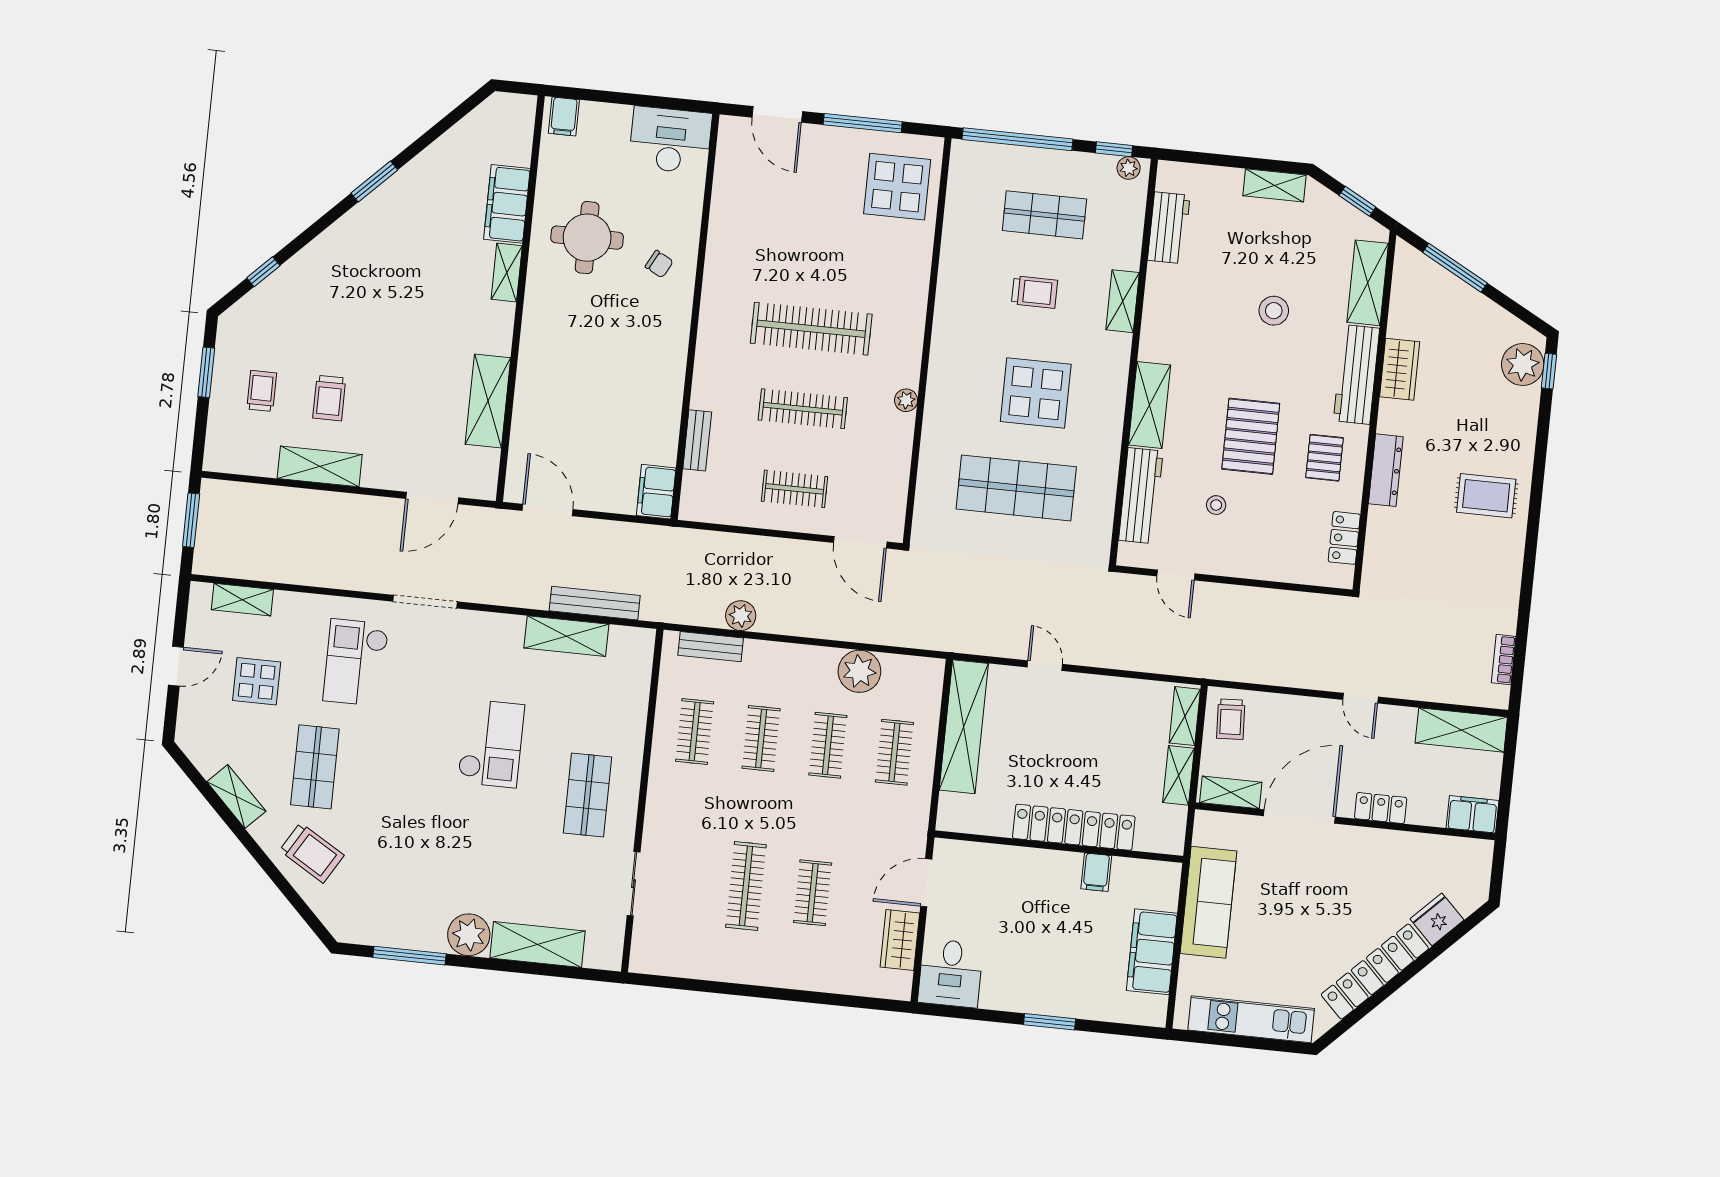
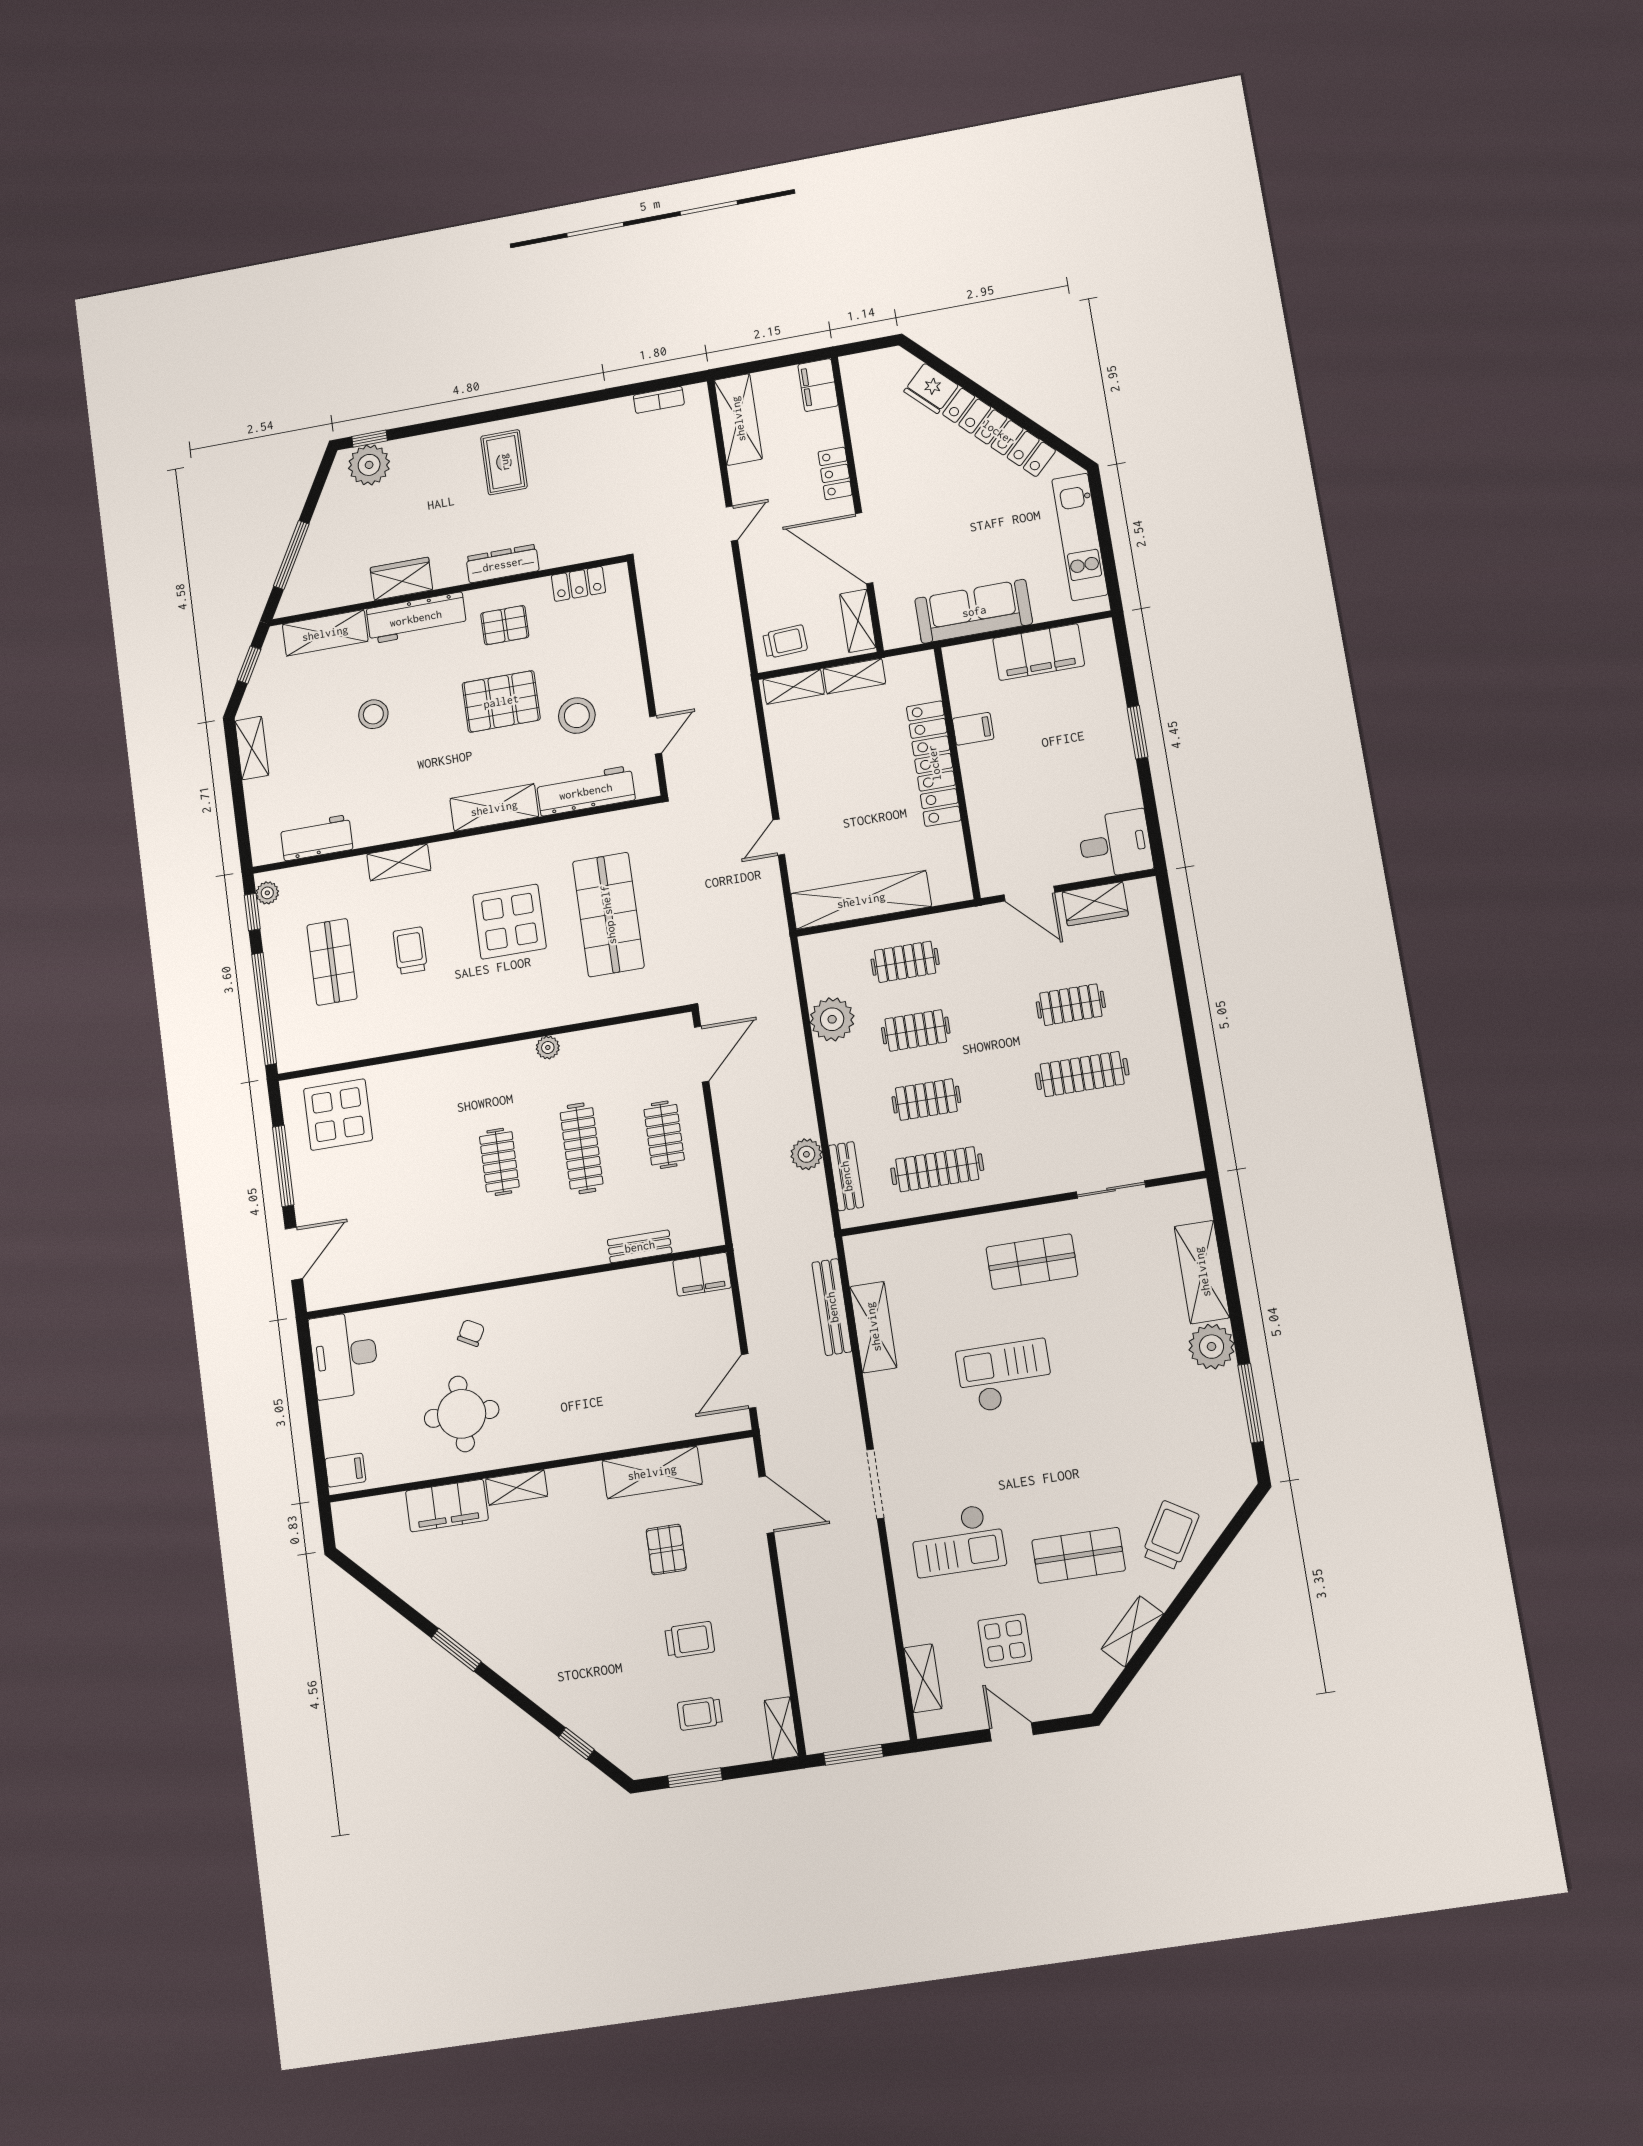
clothes rail: (811, 329) -> (499, 1162), width x0.54, depth x0.76
pallet: (415, 397) -> (666, 1550), added
shelving: (320, 466) -> (781, 1728), moved, width x0.67, depth x0.75
stool: (1216, 505) -> (577, 716), width x1.89, depth x1.89
clothes rail: (695, 732) -> (937, 1169), width x1.36

